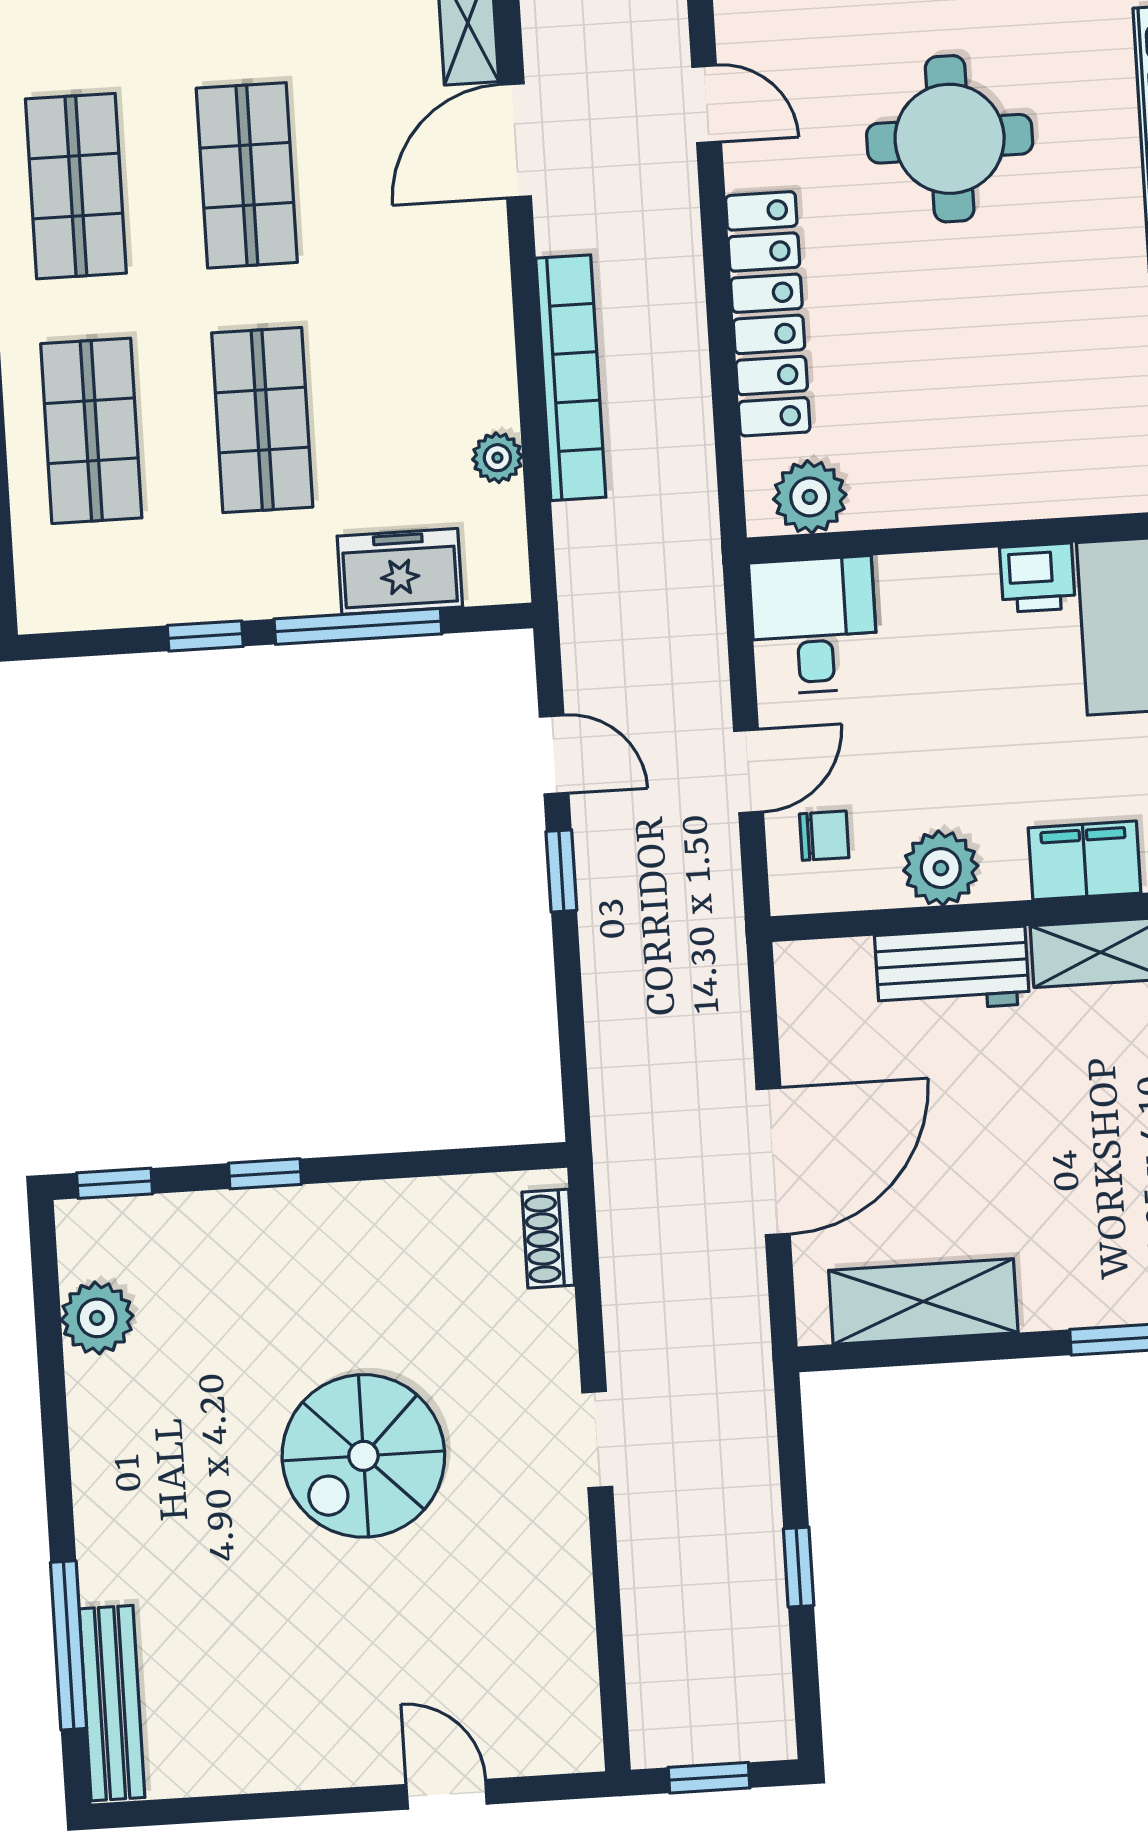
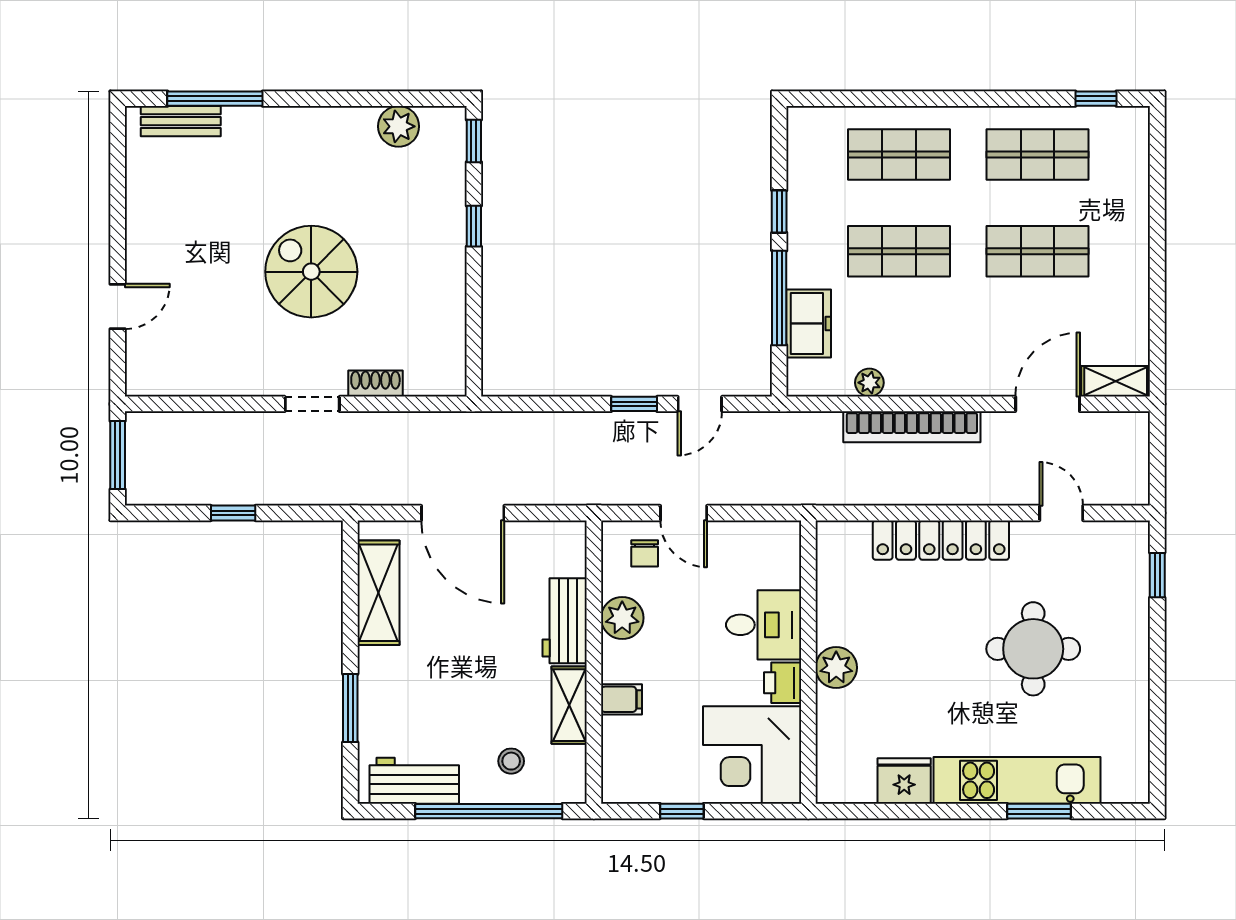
door: (707, 104) -> (1061, 513), swing flipped
door: (515, 141) -> (1048, 404), hinge flipped
plant: (810, 497) -> (836, 668), moved
desk: (814, 625) -> (764, 625), moved
filing cabinet: (1085, 860) -> (621, 699), width x0.50
shoe rack: (548, 1239) -> (375, 383), moved
bench: (112, 1703) -> (181, 121), width x0.73
window: (709, 1778) -> (118, 455), width x1.50

